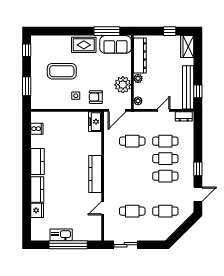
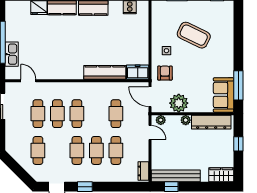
window: (170, 31) -> (238, 144), moved
rug: (84, 45) -> (223, 60), removed
coffee table: (62, 71) -> (194, 35), turned -64
door: (163, 110) -> (150, 133), moved
kitchen counter: (95, 174) -> (105, 72), moved
cafe table: (132, 176) -> (77, 114), added
cafe table: (132, 194) -> (57, 114), added
door: (103, 208) -> (28, 81), moved
kitchen sink: (61, 235) -> (12, 54), moved

